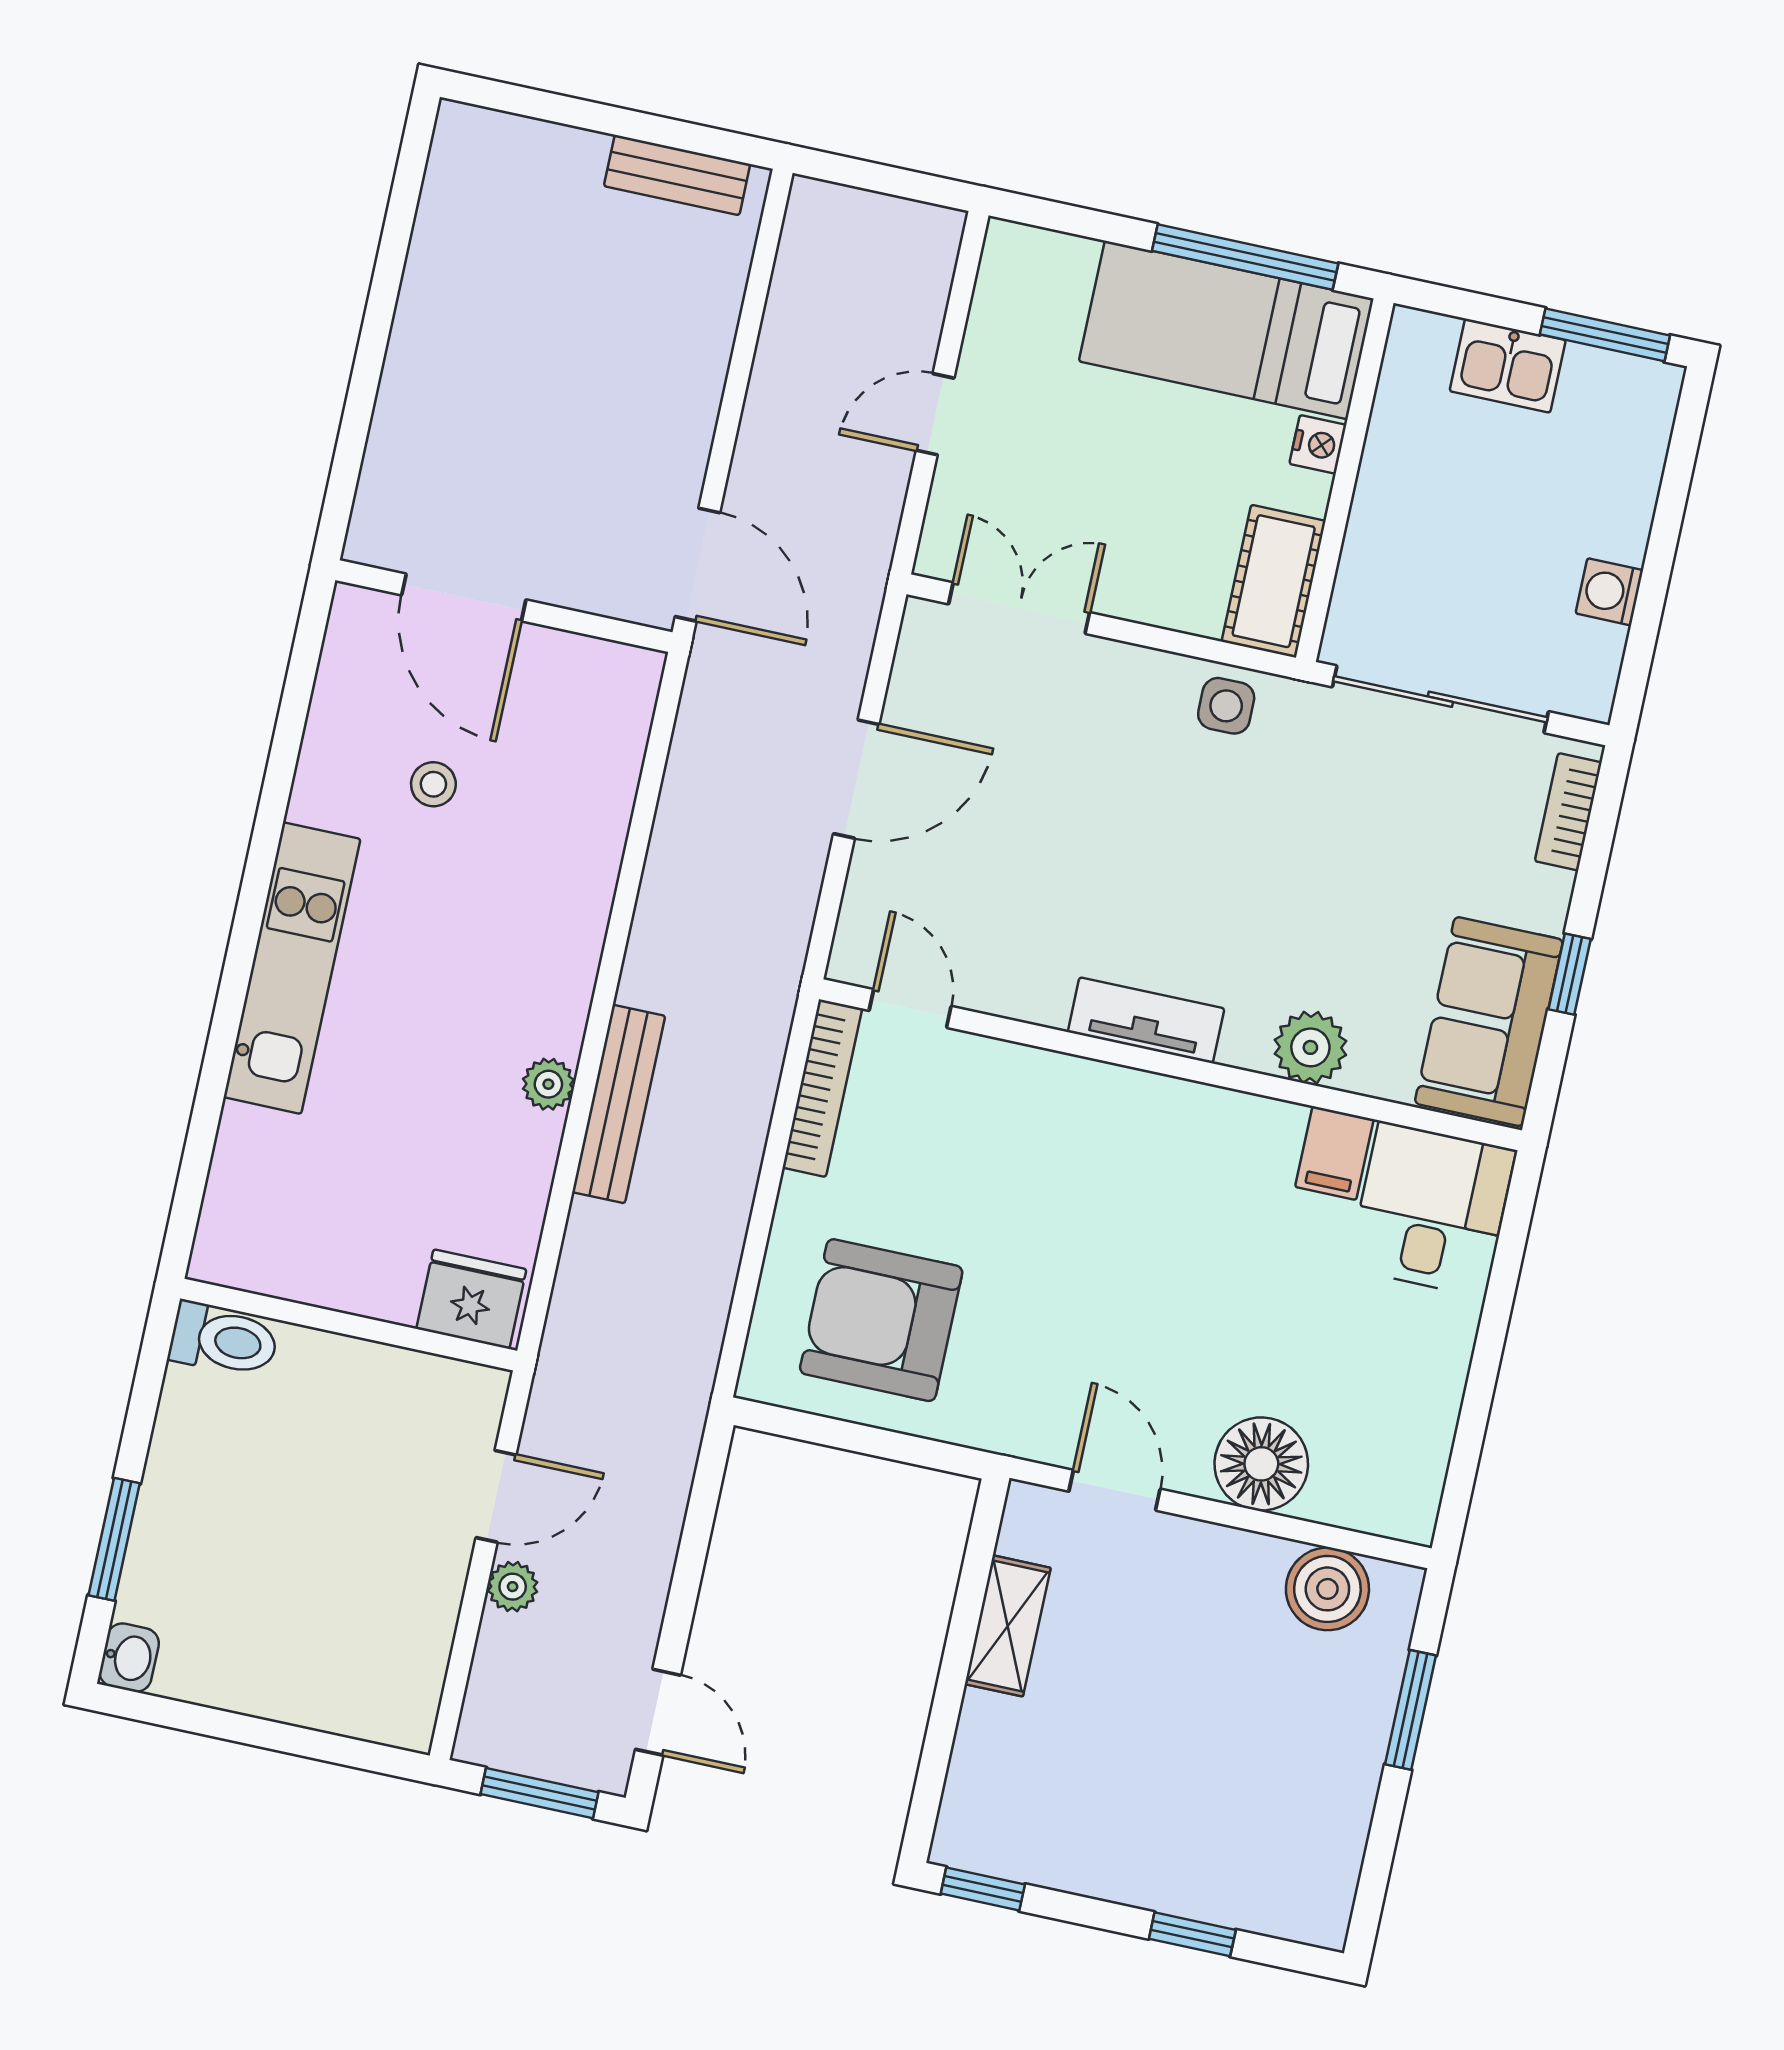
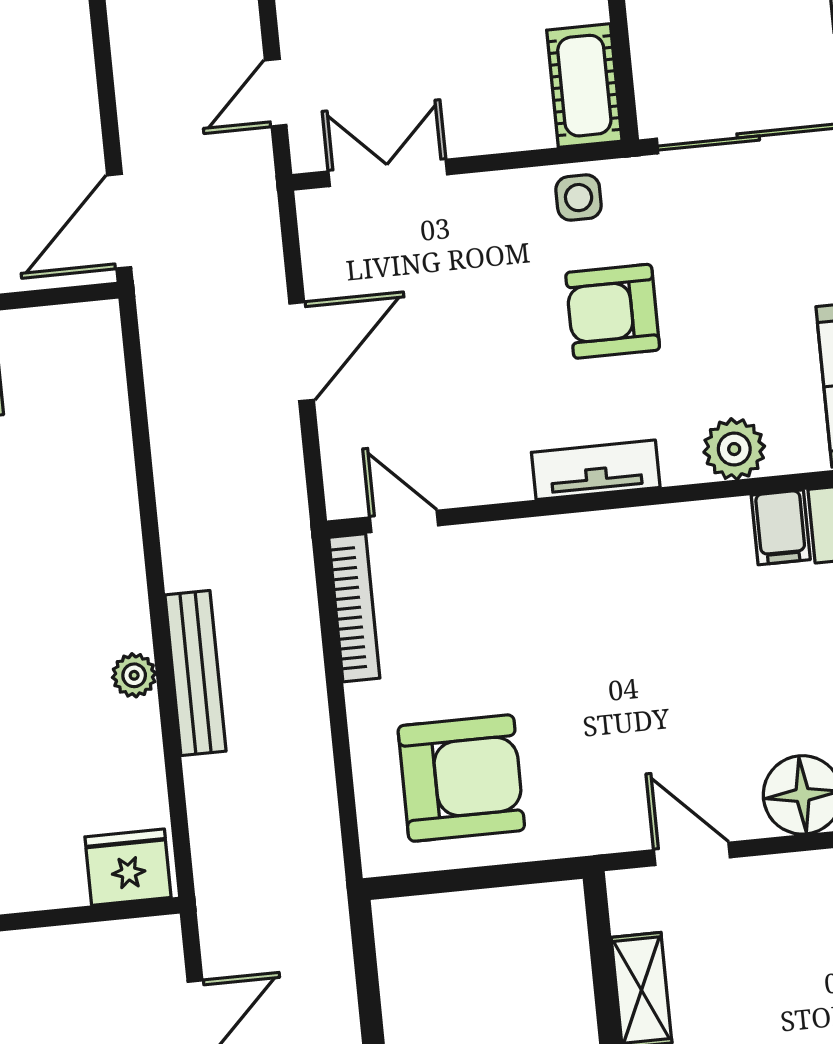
door: (935, 414) -> (276, 93), moved
door: (698, 565) -> (119, 221), swing flipped
armchair: (1223, 847) -> (613, 311), added
armchair: (881, 1320) -> (461, 778), turned 180

